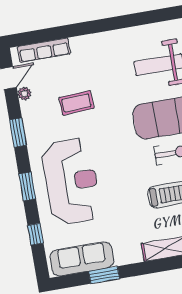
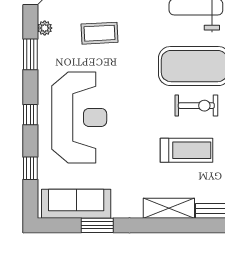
plant: (24, 94) -> (45, 28), moved
window: (27, 186) -> (30, 115), width x0.67

